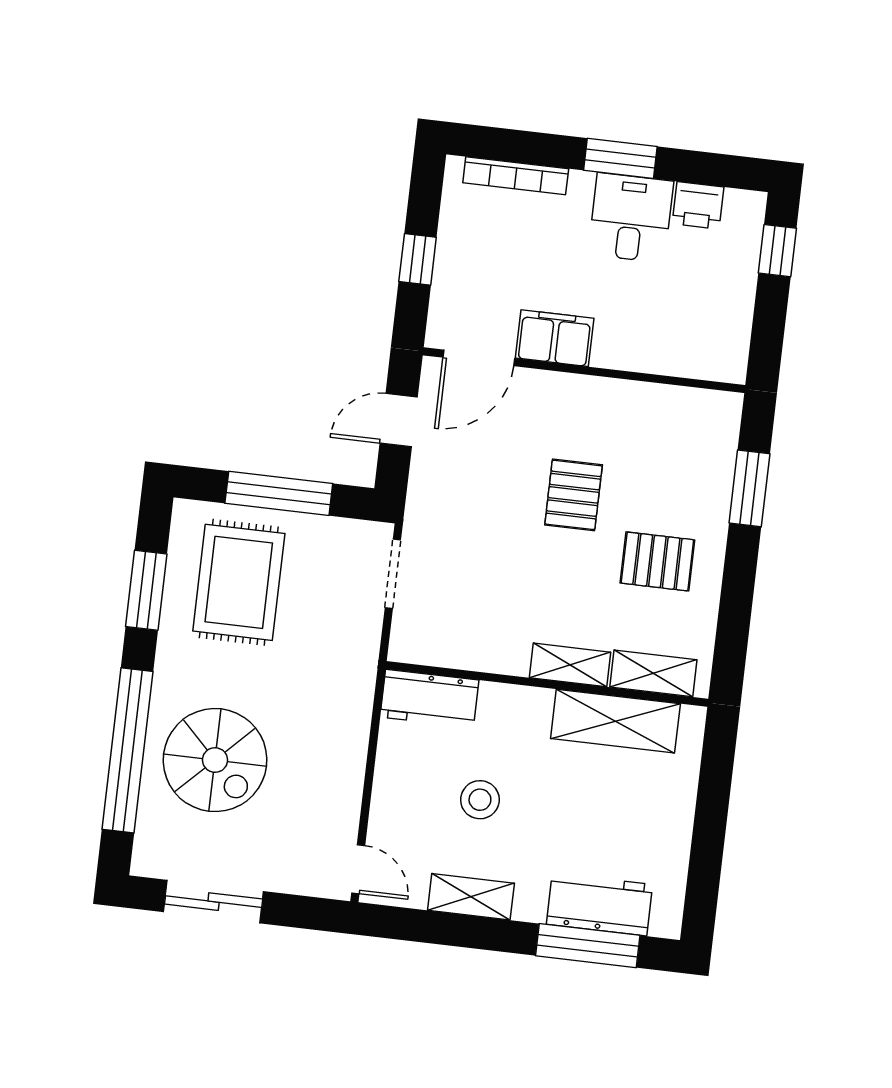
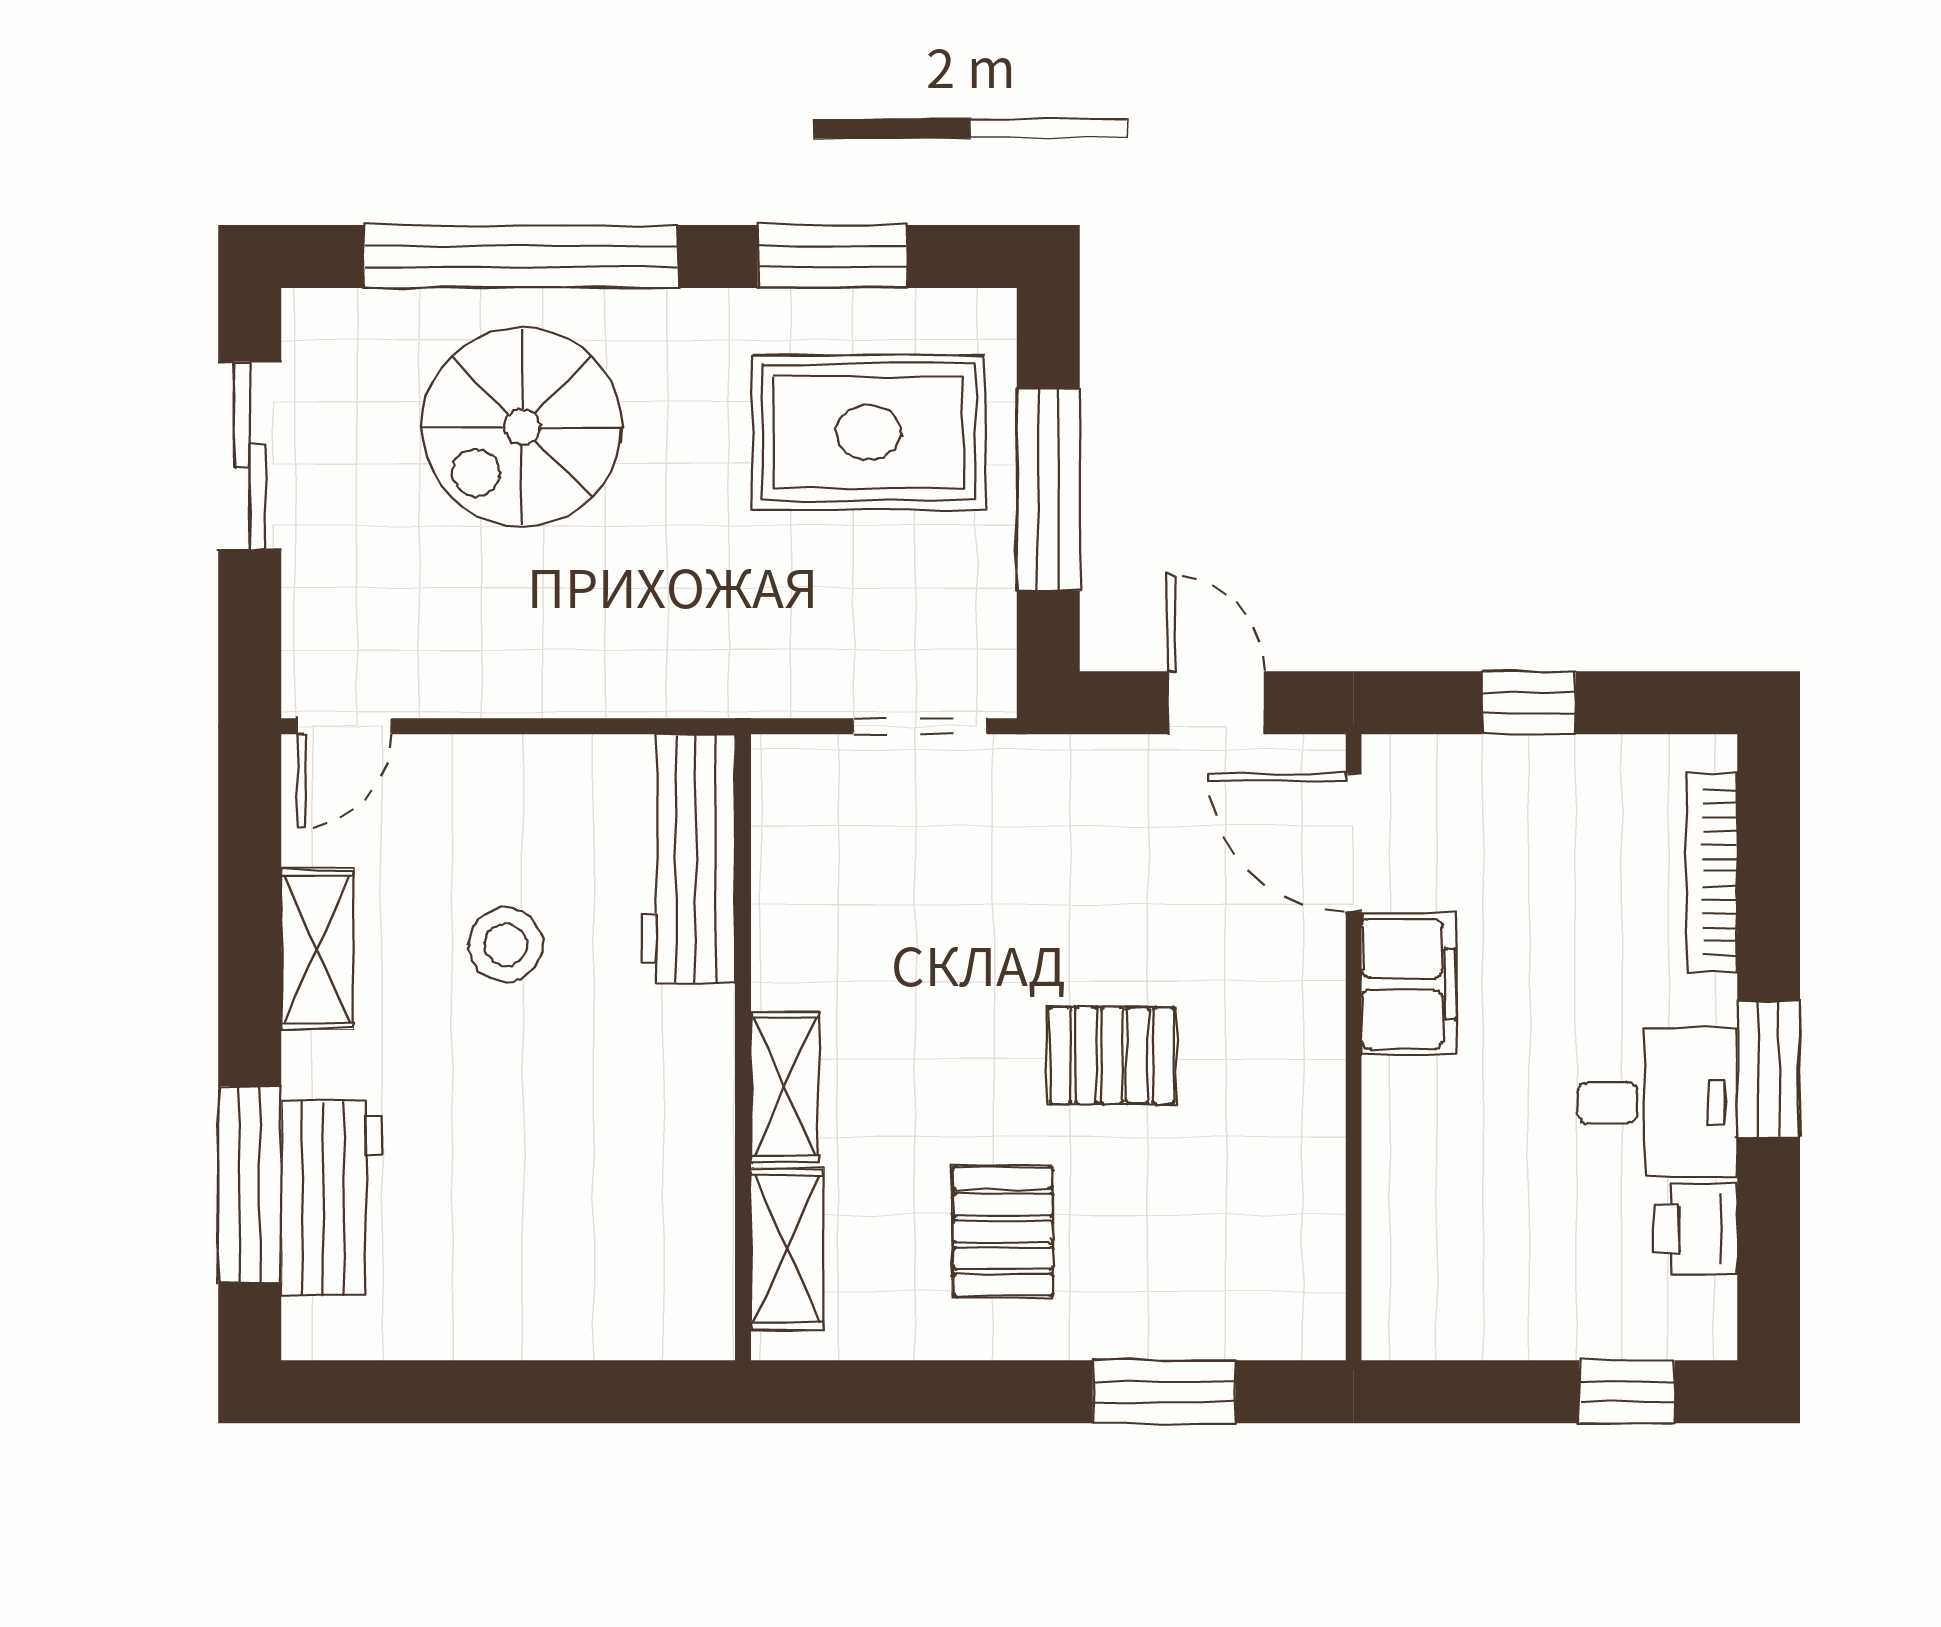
workbench: (429, 699) -> (688, 859), width x1.38
shelving: (615, 721) -> (687, 1187), removed

